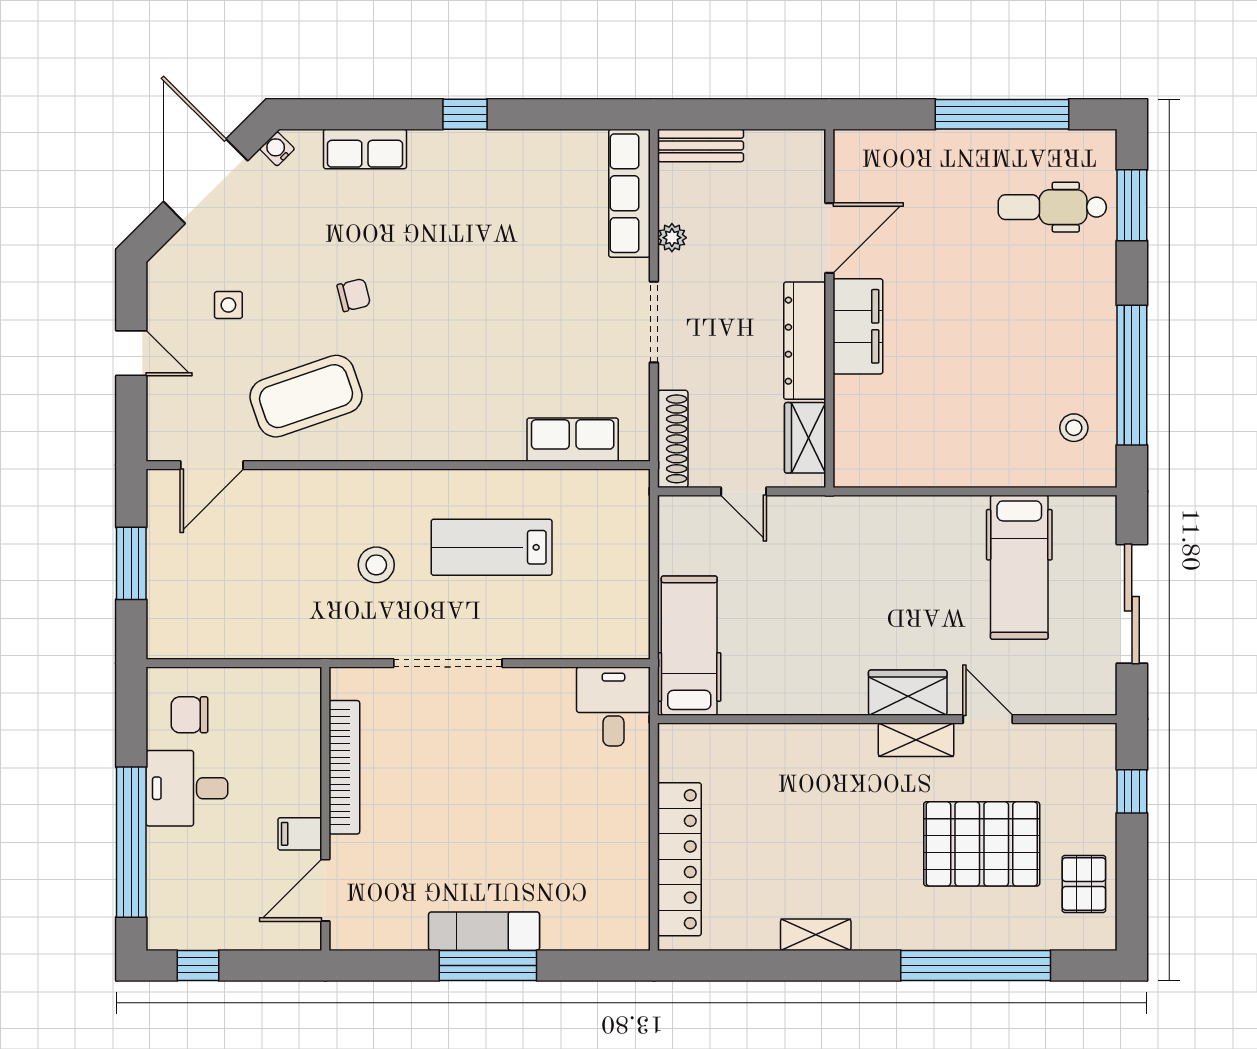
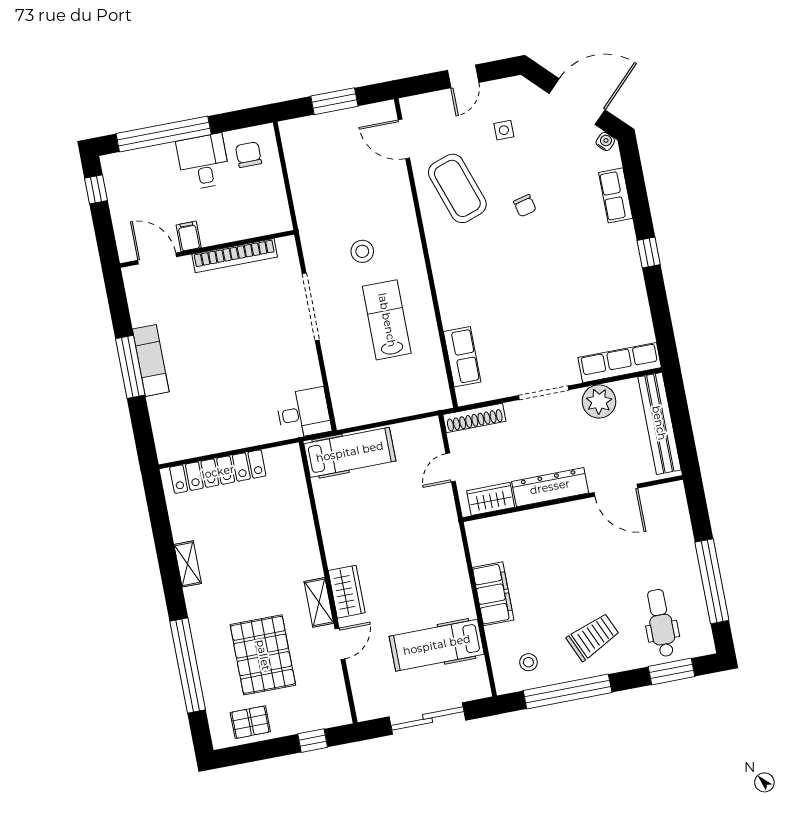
bench: (701, 146) -> (659, 423), width x1.86, depth x1.21
plant: (672, 238) -> (599, 401), width x1.87, depth x1.87
trolley: (1053, 318) -> (593, 637), added
filing cabinet: (858, 326) -> (493, 594), moved, turned -90

